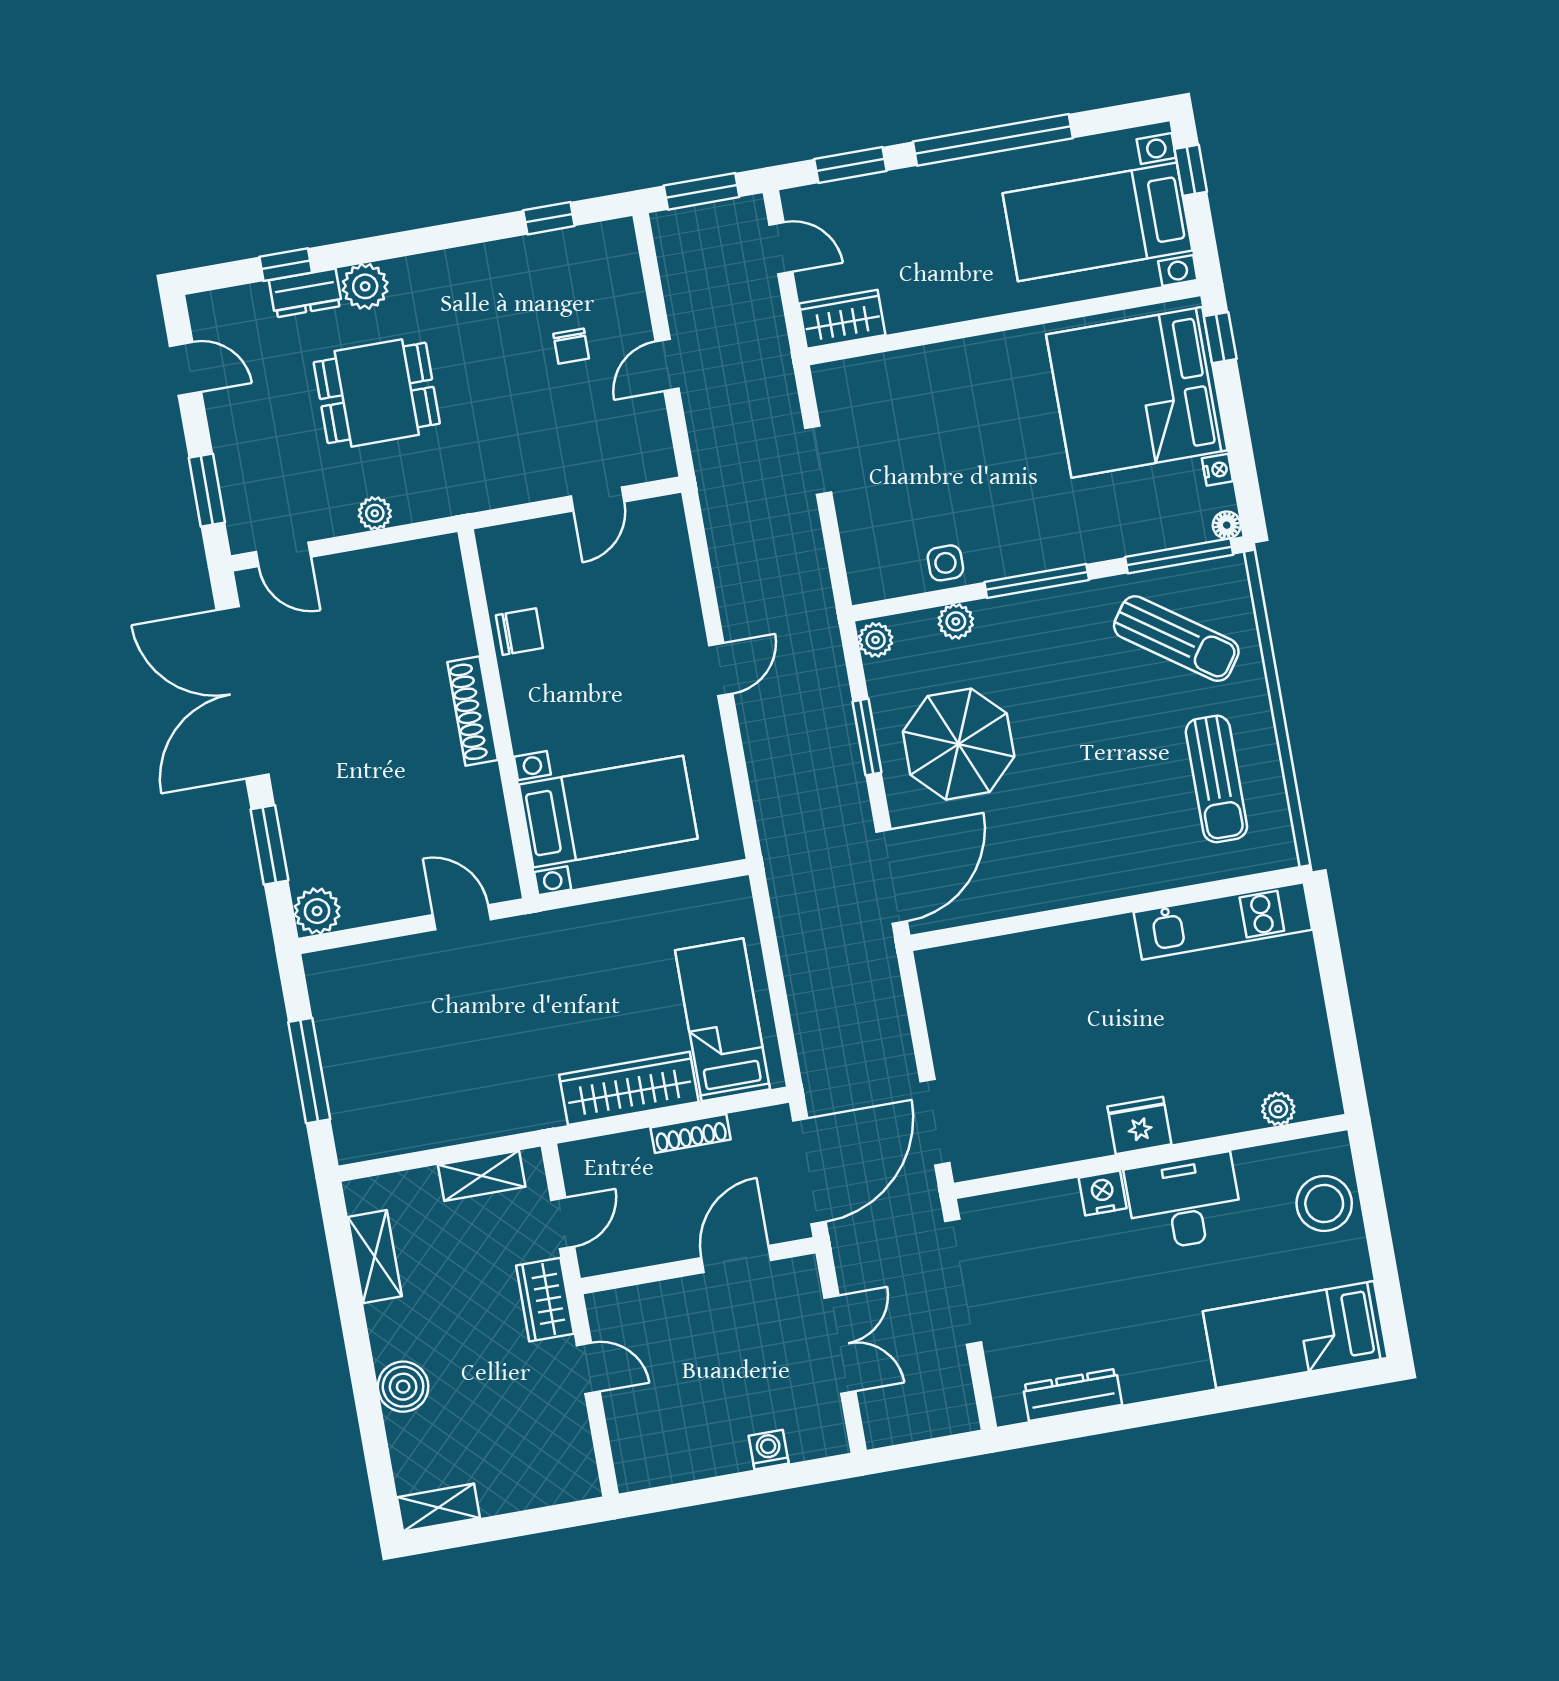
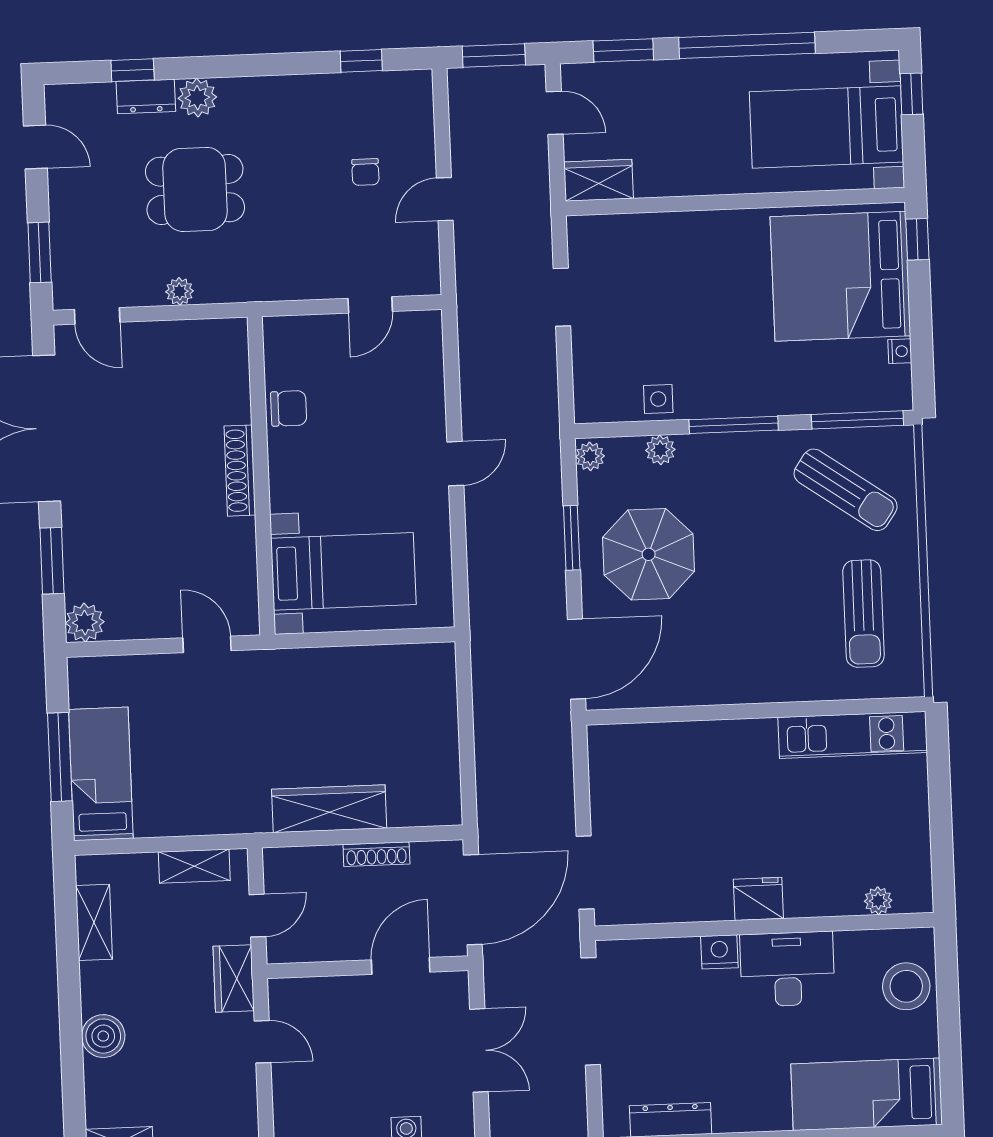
floor lamp: (1227, 525) -> (901, 399), removed
bed: (722, 1020) -> (101, 774), moved

